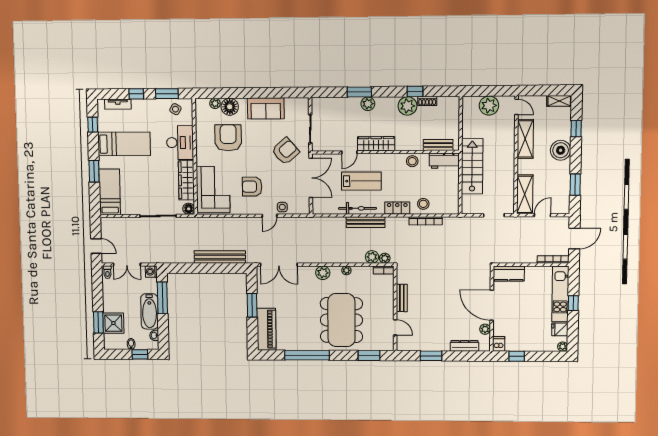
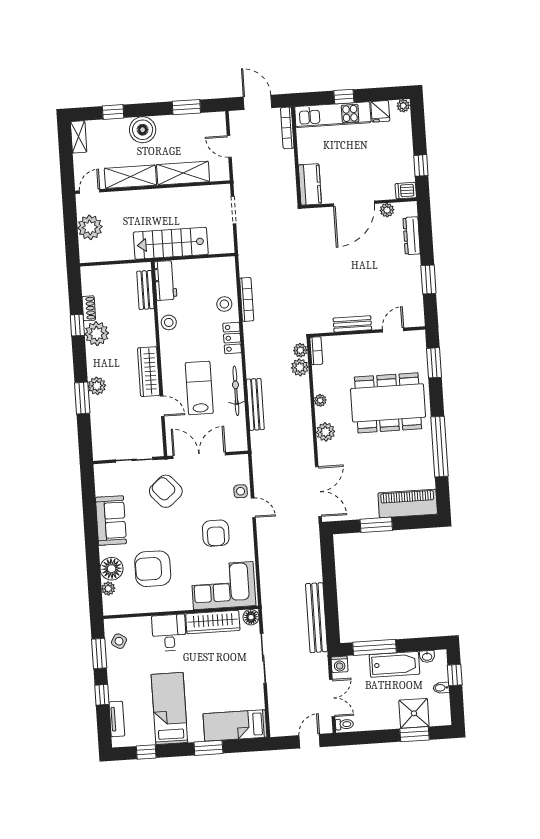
desk: (180, 143) -> (169, 633), width x0.73
shelving: (525, 194) -> (183, 173), moved
bench: (366, 222) -> (255, 404), moved
bench: (220, 257) -> (316, 618), moved

